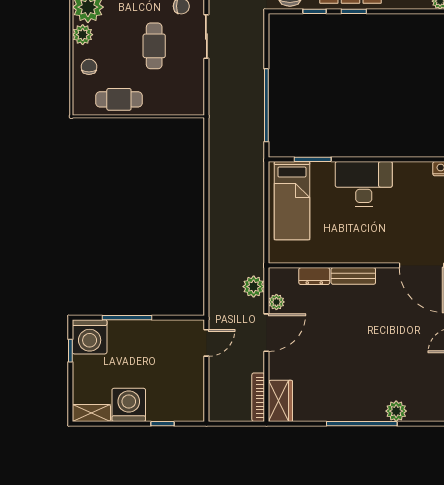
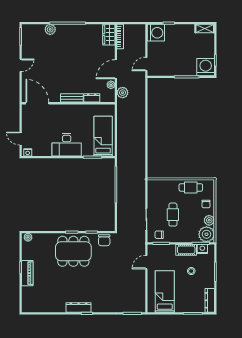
washing machine: (129, 405) -> (156, 33), moved, turned -90

